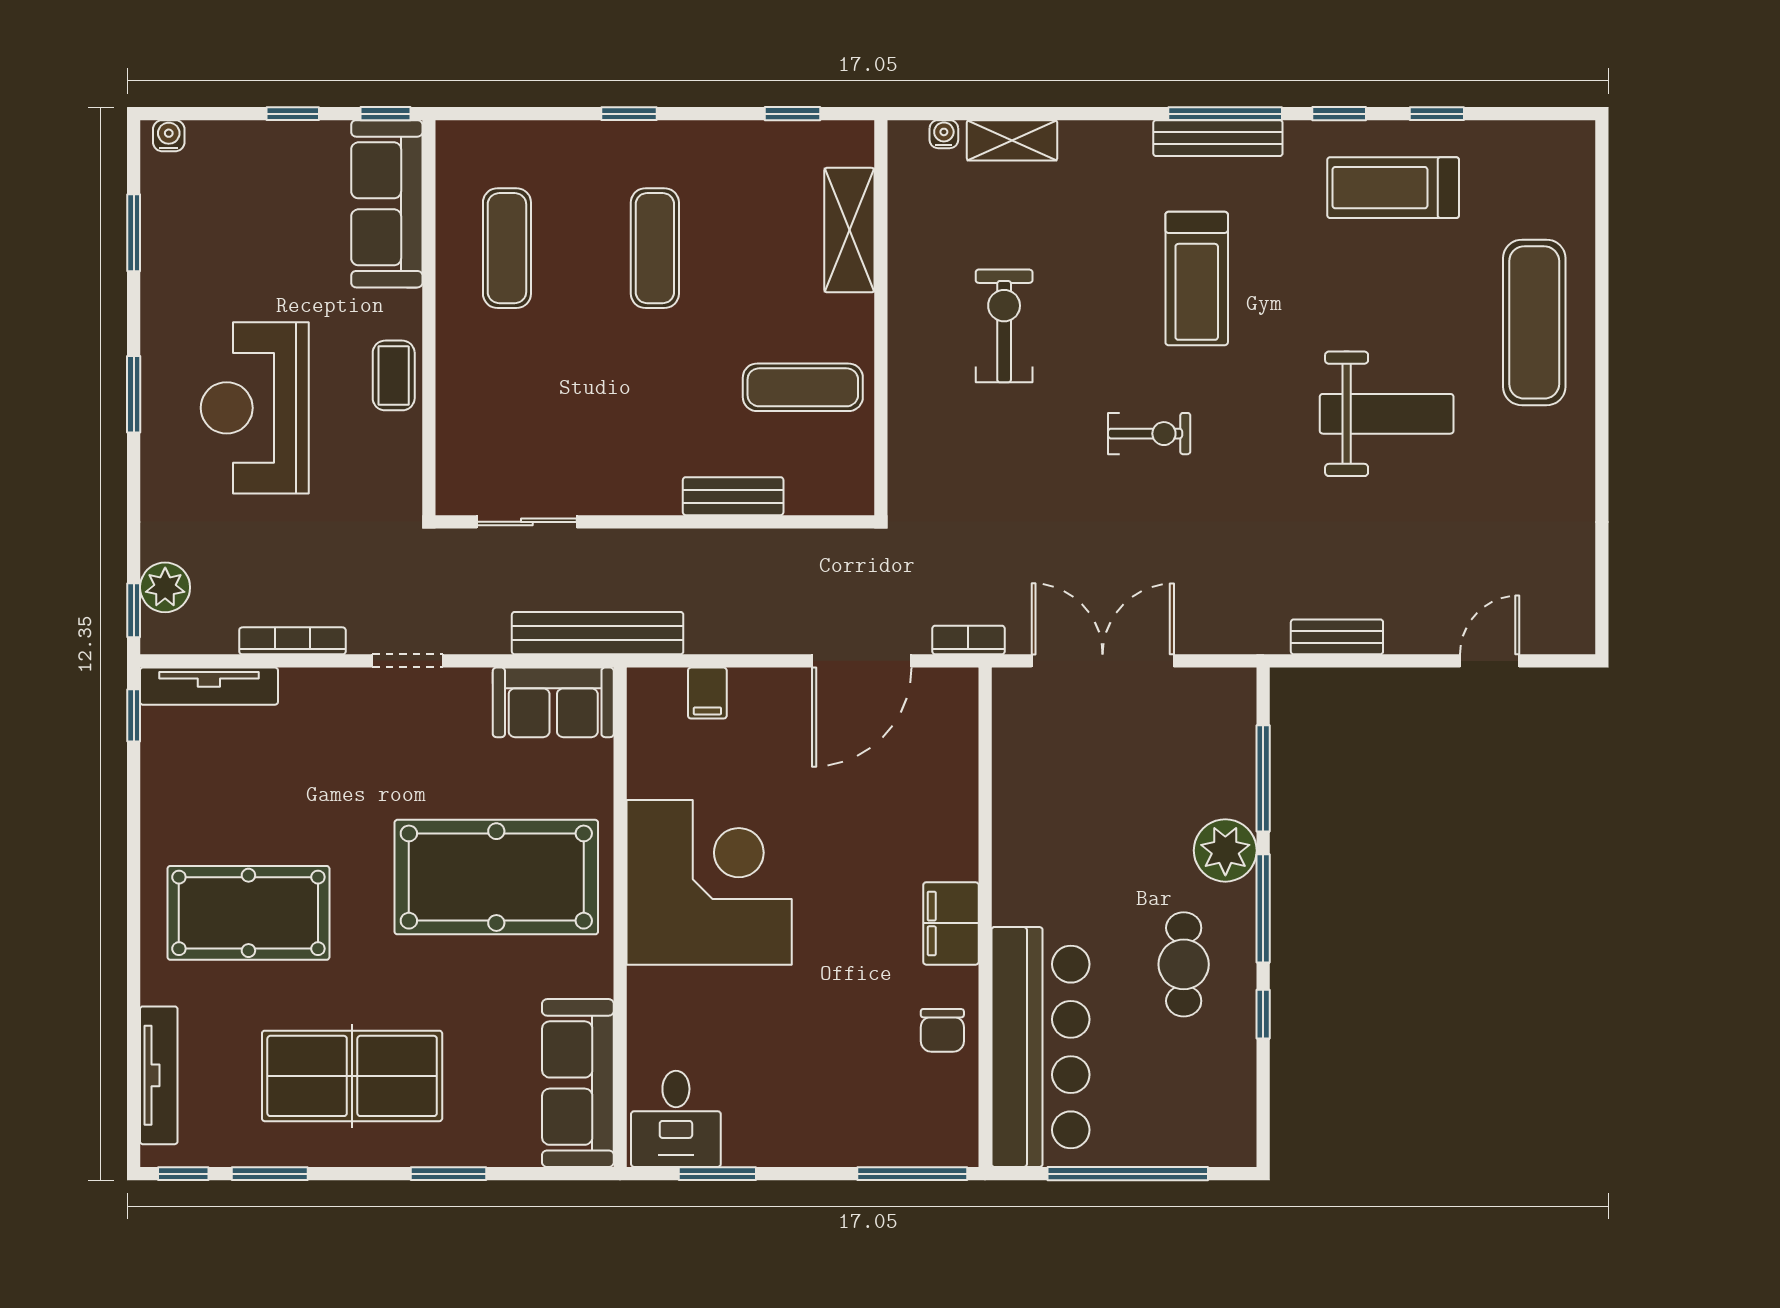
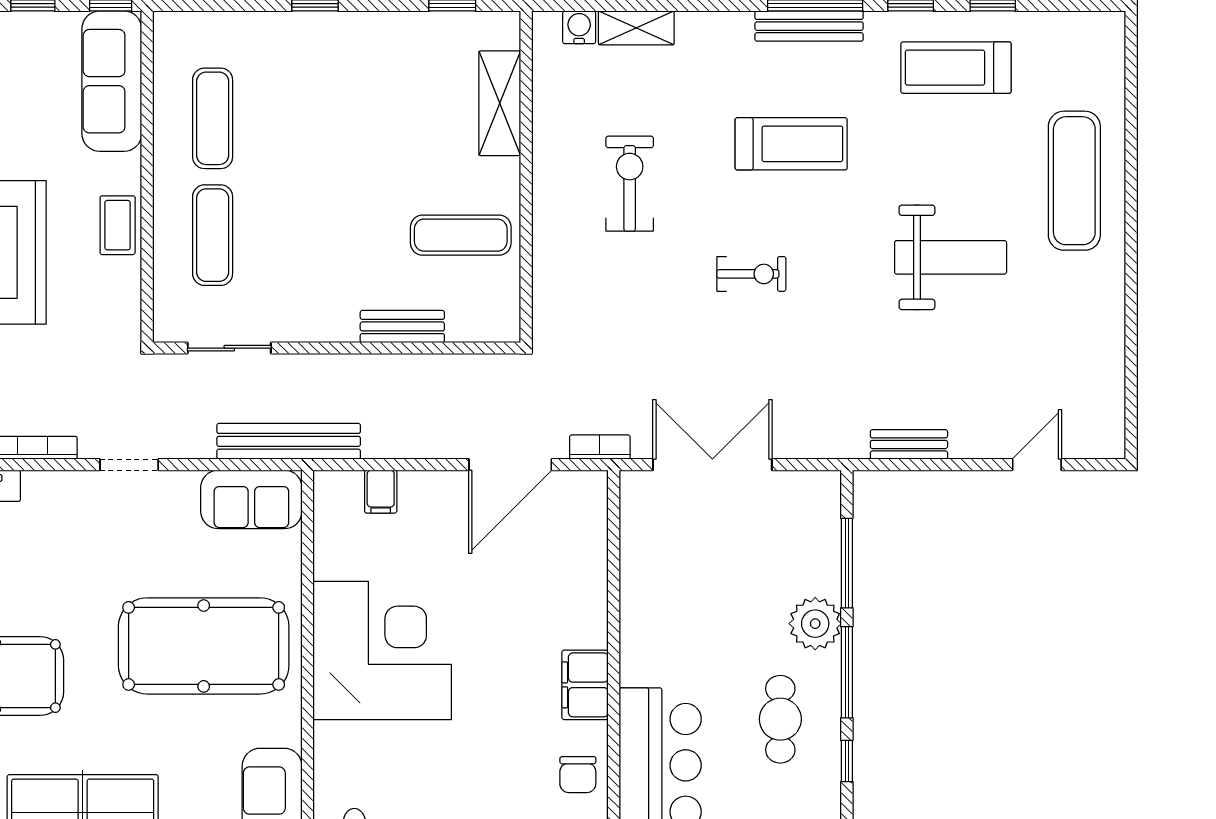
water cooler: (944, 134) -> (579, 27), width x1.38, depth x1.38
exercise mat: (655, 248) -> (213, 235), moved
treadmill: (1197, 278) -> (791, 144), turned -90

